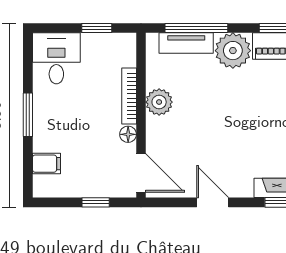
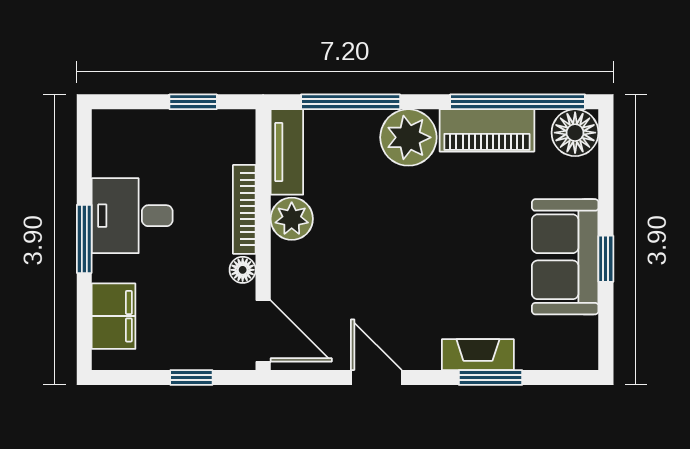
tv unit: (186, 43) -> (287, 152), moved, turned -90
desk: (56, 58) -> (132, 216), moved, turned -90
filing cabinet: (46, 164) -> (114, 316), width x2.00

